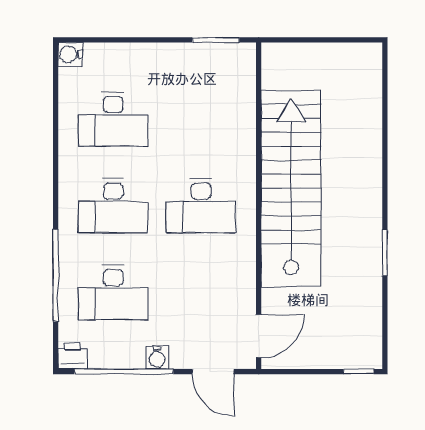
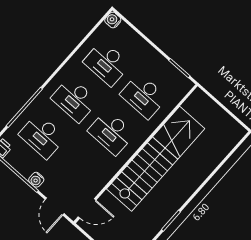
desk: (201, 119) -> (144, 96), added

